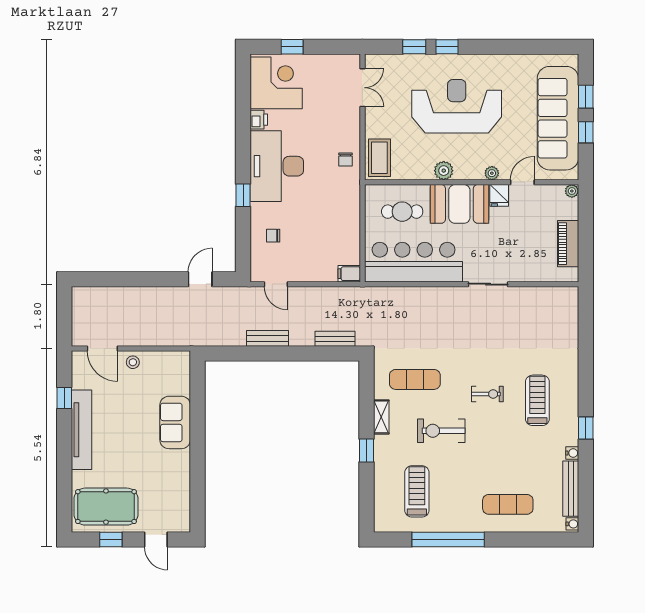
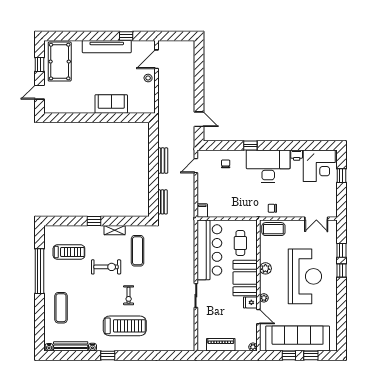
treadmill: (537, 400) -> (125, 326), width x1.37, depth x1.38
exercise bike: (441, 431) -> (106, 267), turned 90

